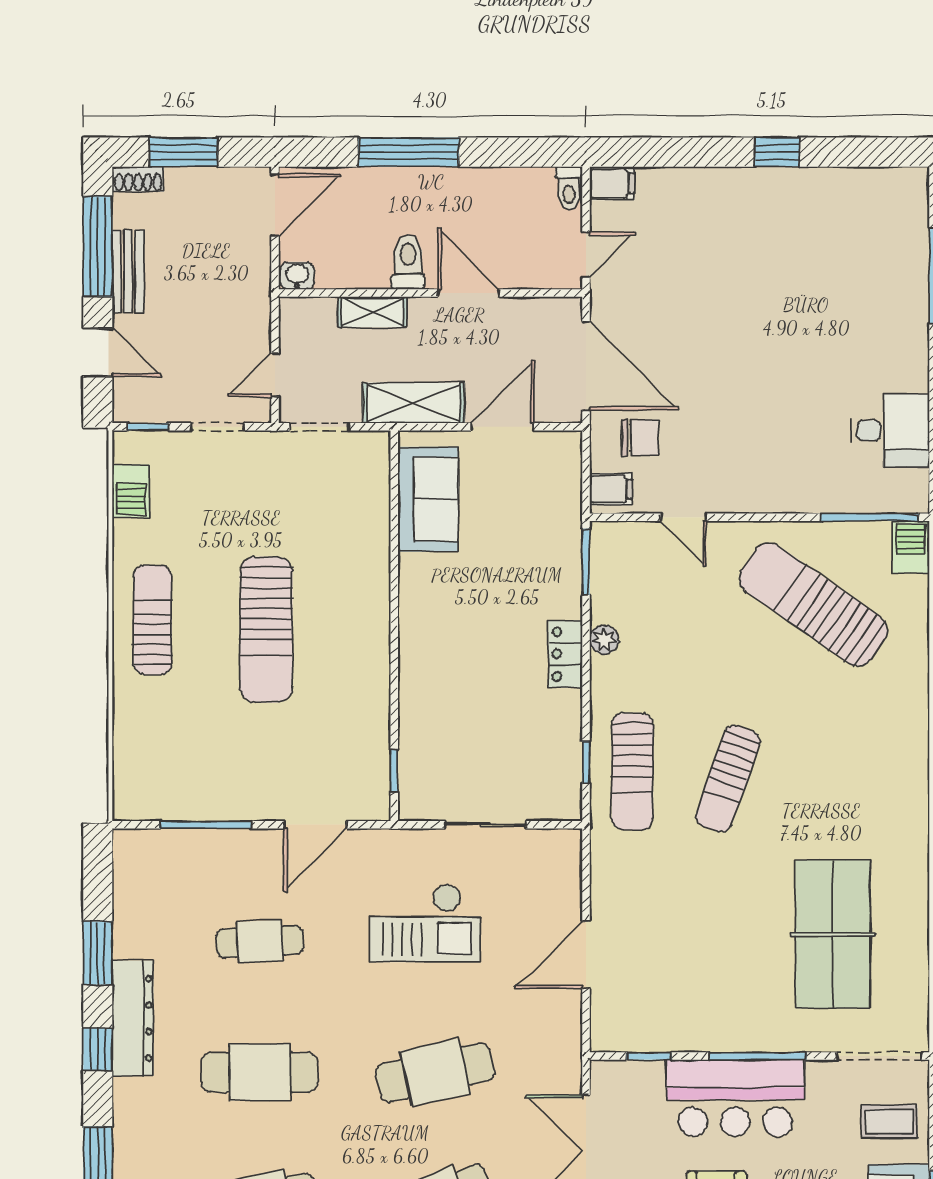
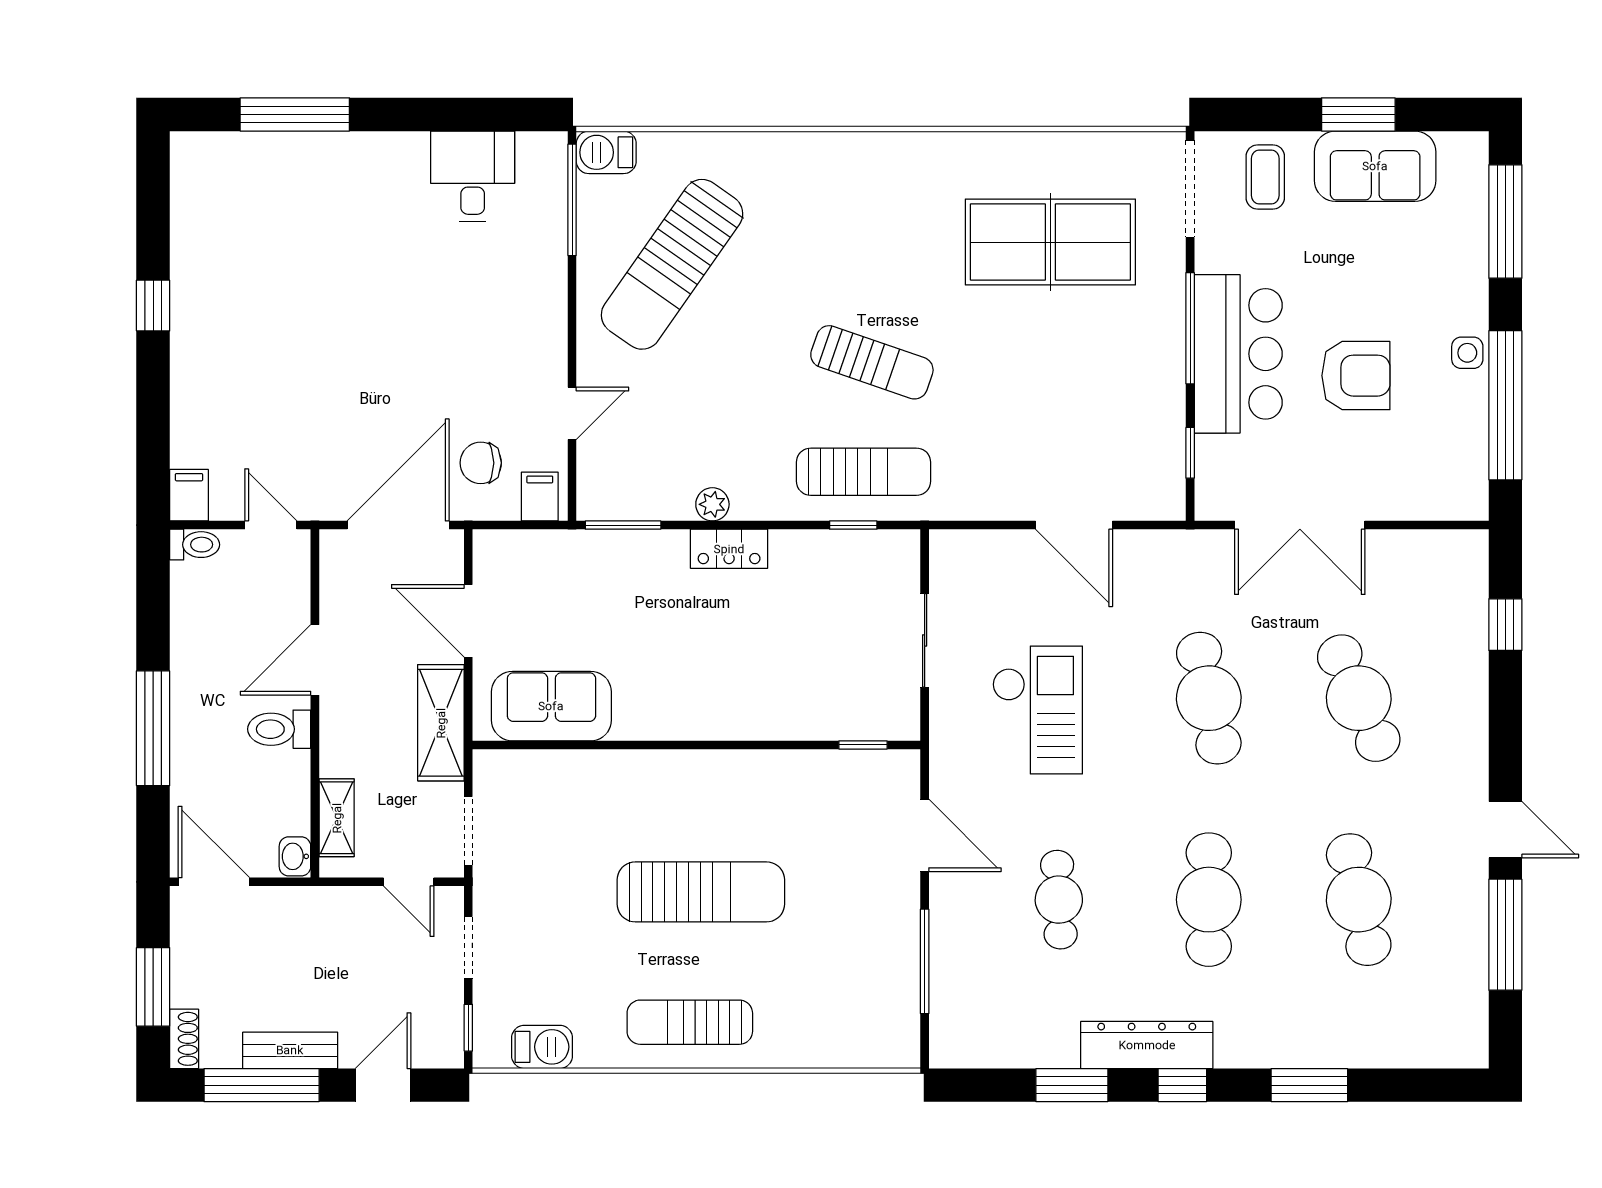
shelving: (372, 312) -> (337, 818), moved
chair: (640, 438) -> (481, 463), turned -90

